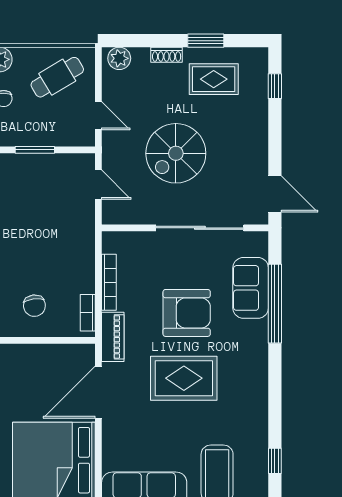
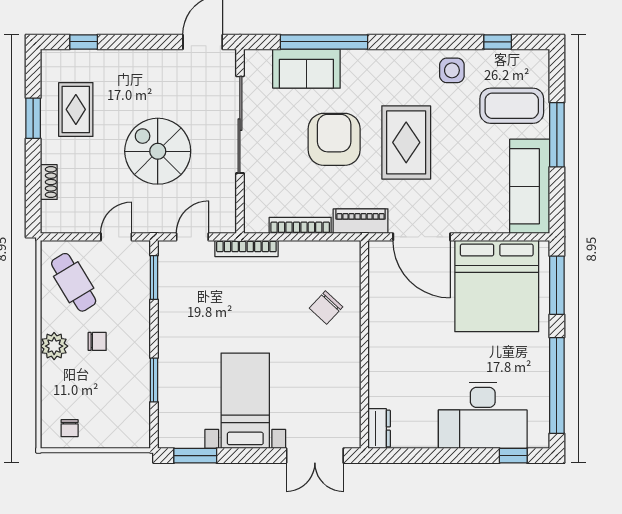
shoe rack: (167, 55) -> (49, 182), moved
plant: (119, 58) -> (53, 214), removed
window: (35, 150) -> (154, 277), moved
spiral stairs: (176, 153) -> (158, 151), turned 180
chair: (34, 306) -> (326, 308), turned 140
bookcase: (88, 313) -> (246, 249), moved, width x1.56
side table: (249, 420) -> (452, 70), added

